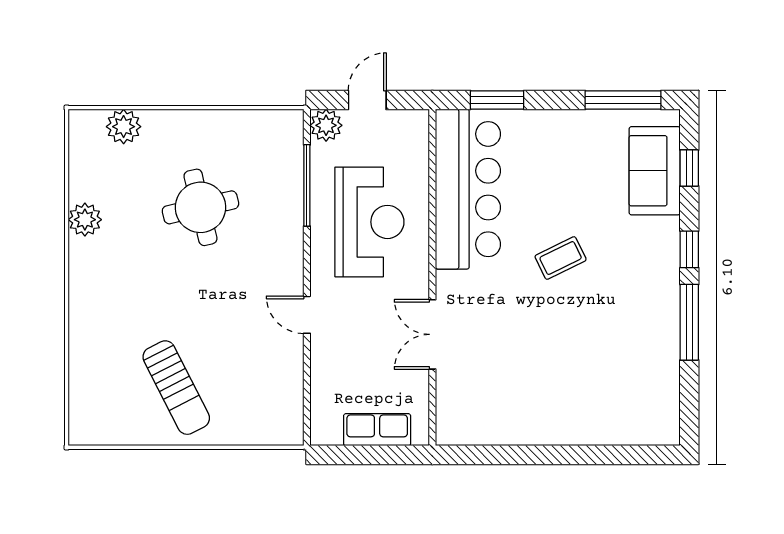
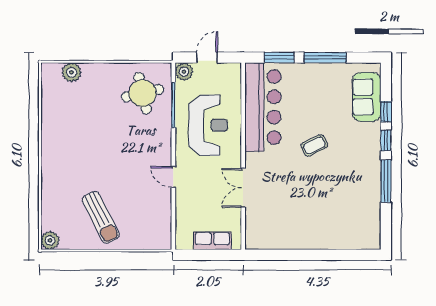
window: (623, 100) -> (325, 58), moved
window: (689, 168) -> (386, 112), moved
round table: (200, 207) -> (143, 93), moved
plant: (85, 220) -> (50, 240), moved

